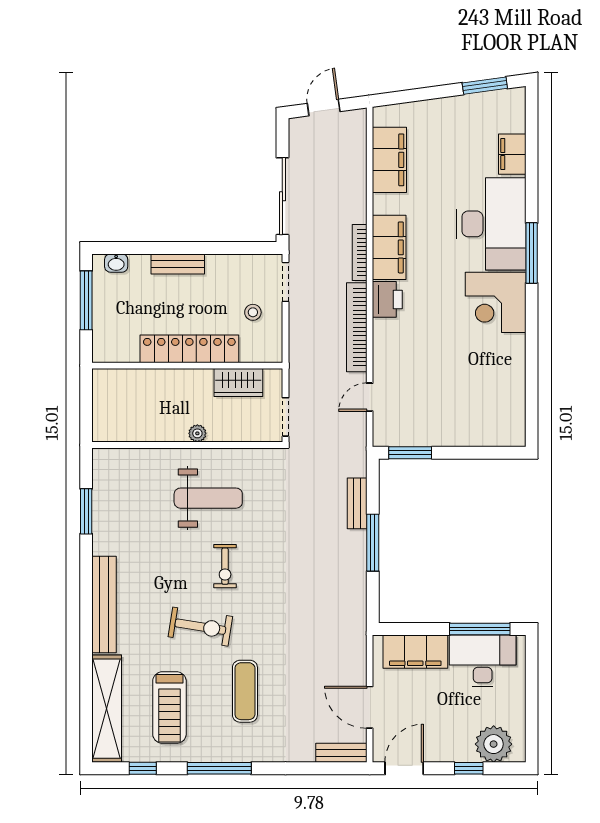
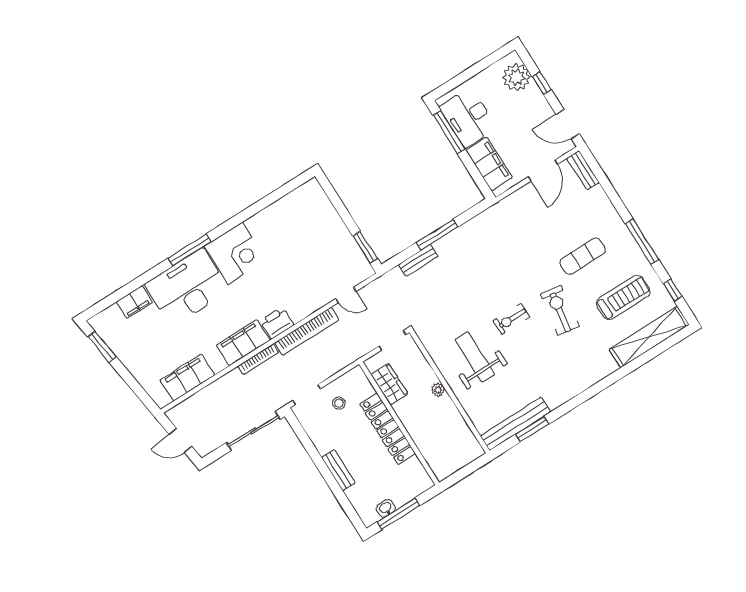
washbasin: (116, 263) -> (386, 508), moved, turned -90
exercise bike: (225, 566) -> (511, 319), turned 180
bench: (104, 605) -> (515, 424), moved

